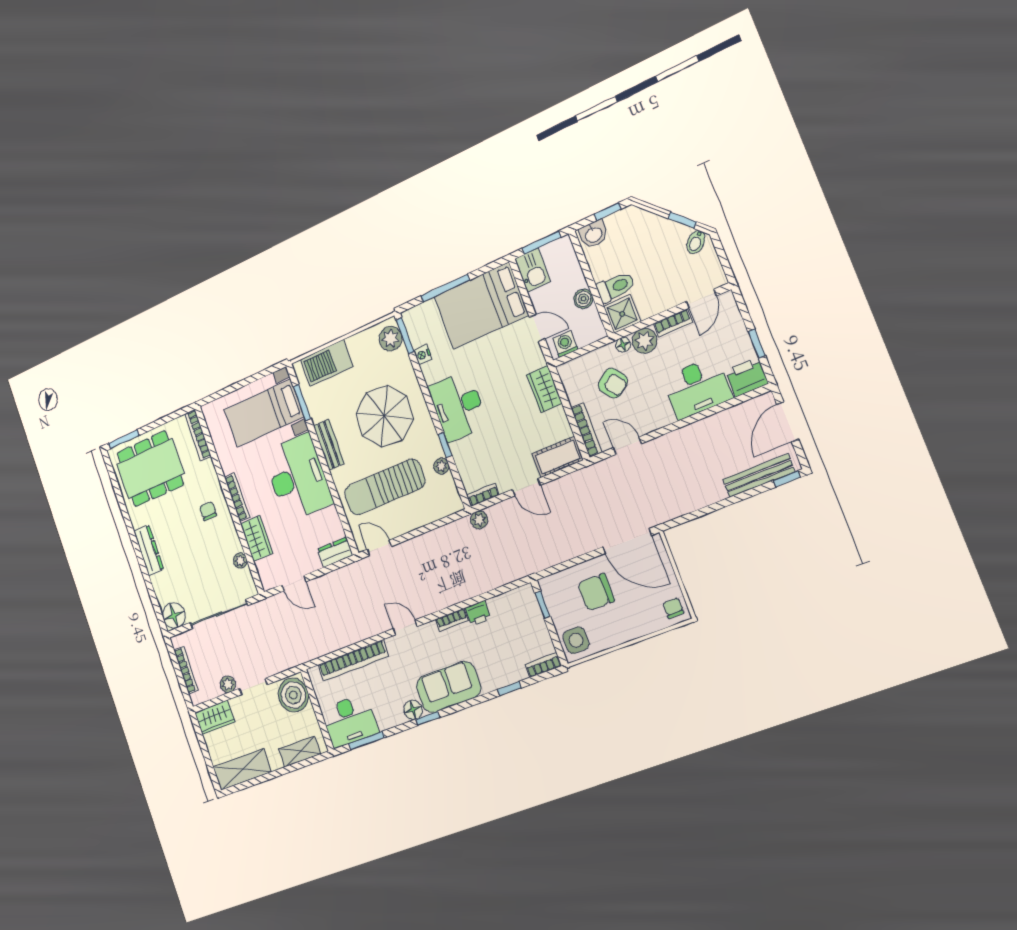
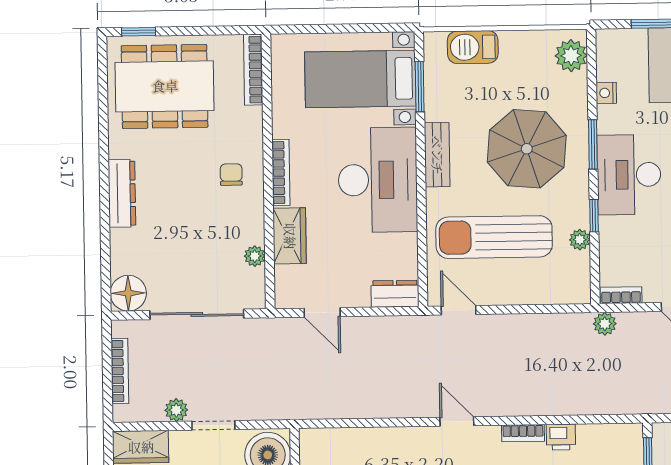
window: (405, 336) -> (593, 144), moved
barbecue: (327, 363) -> (473, 47), width x0.73, depth x0.83
window: (124, 439) -> (139, 32), width x0.67
bookcase: (353, 661) -> (369, 439), removed

